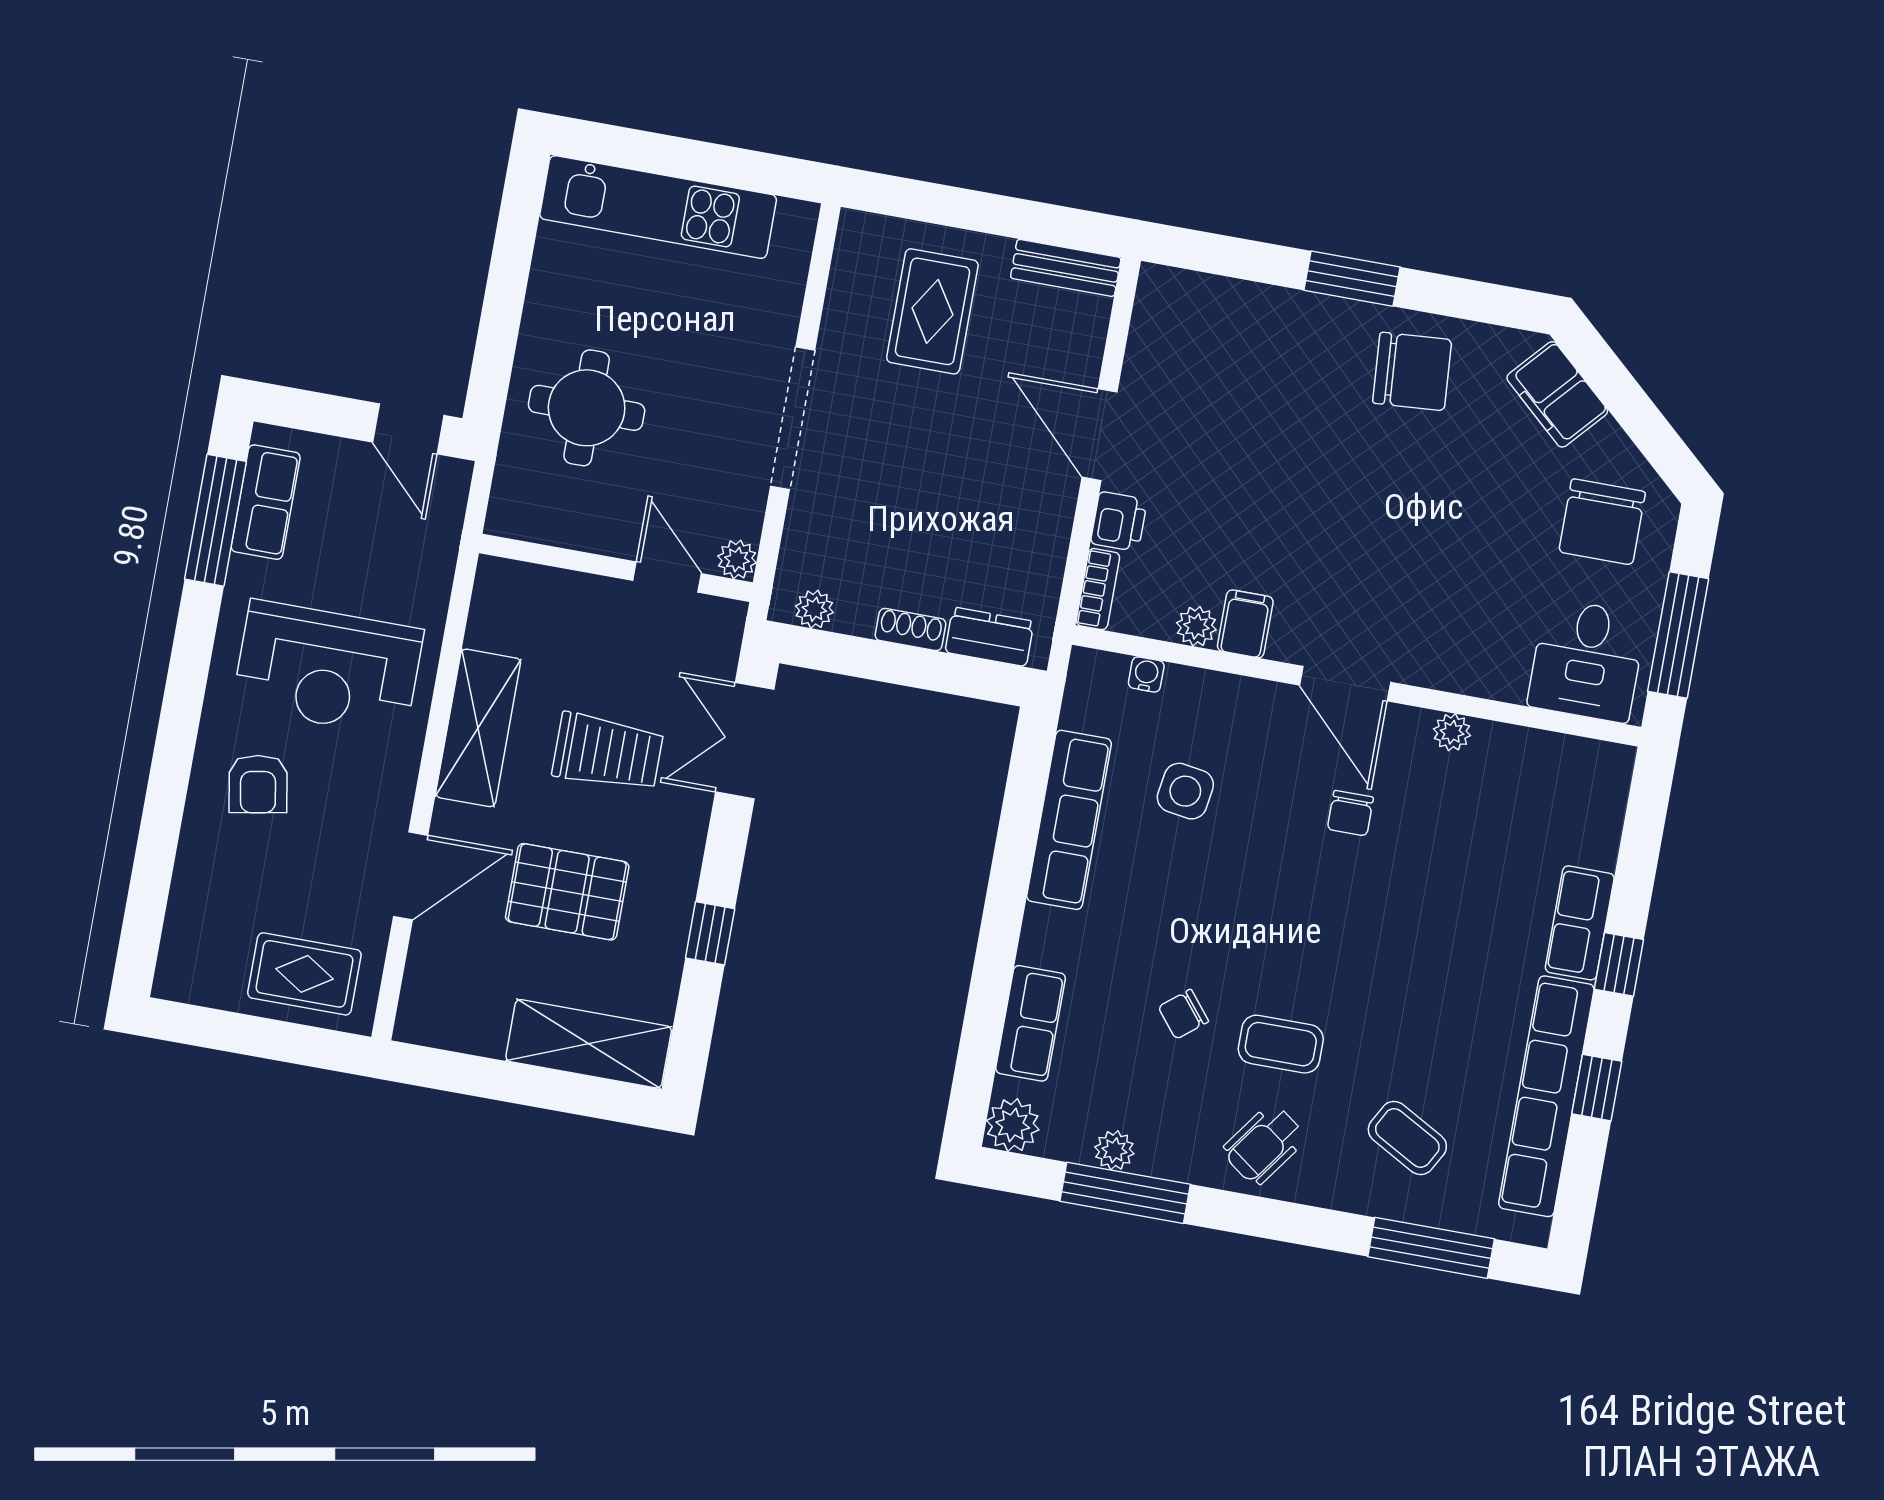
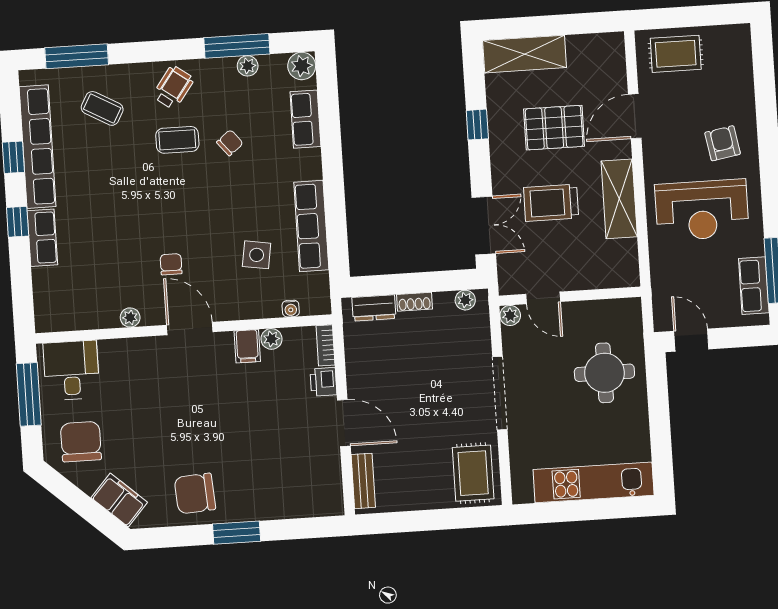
bench: (1066, 268) -> (363, 481), moved, turned 90
rug: (932, 311) -> (473, 473), moved
reception desk: (328, 668) -> (702, 210), turned 180

